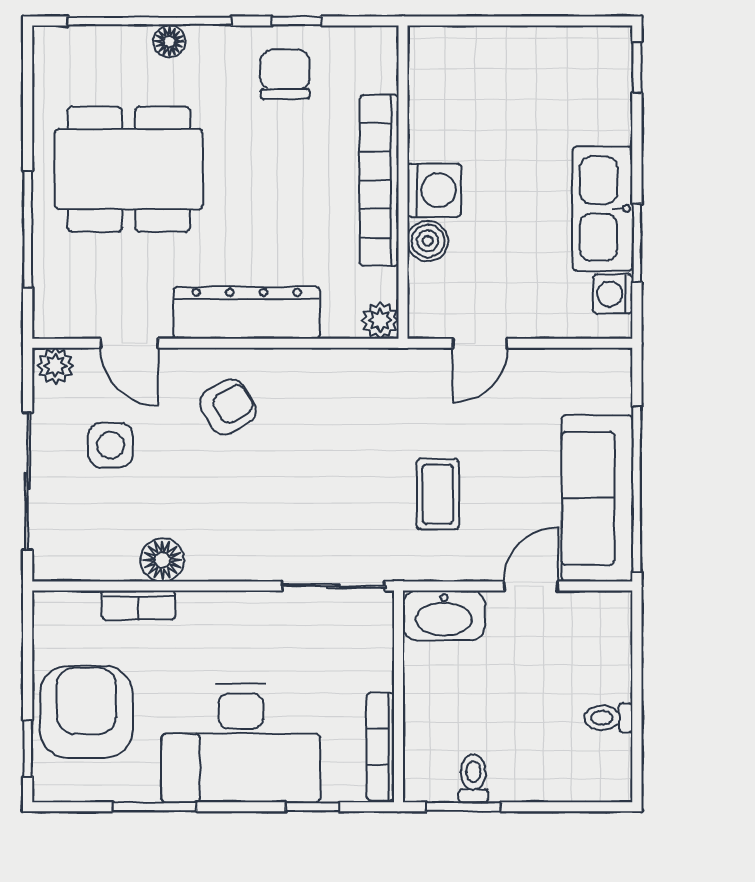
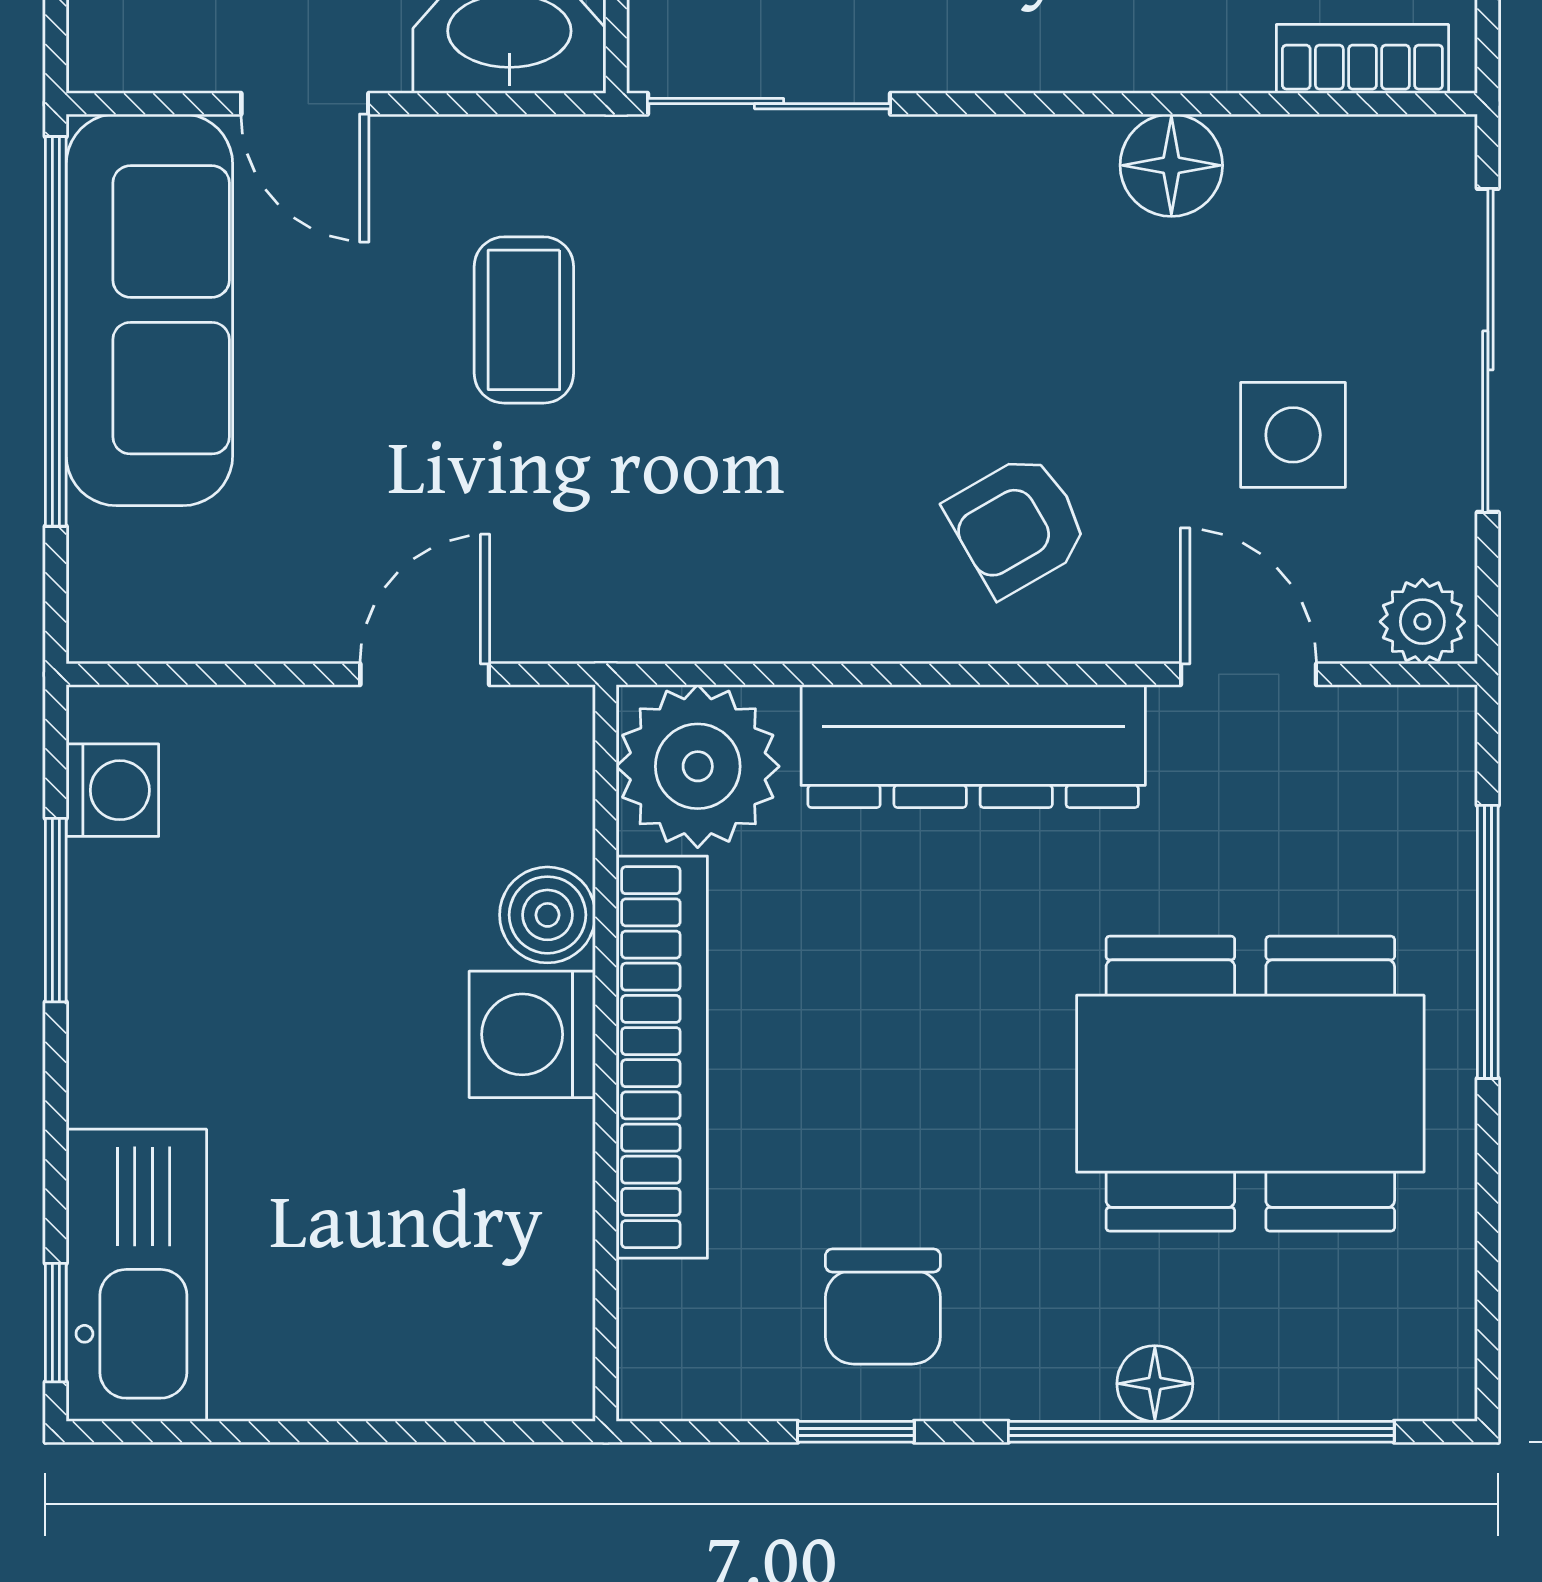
kitchen sink: (603, 209) -> (136, 1275), moved
plant: (380, 320) -> (698, 766), width x1.88, depth x1.88
door: (531, 586) -> (305, 104), hinge flipped
bookcase: (138, 605) -> (1362, 59), moved

